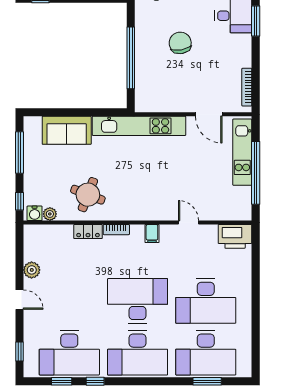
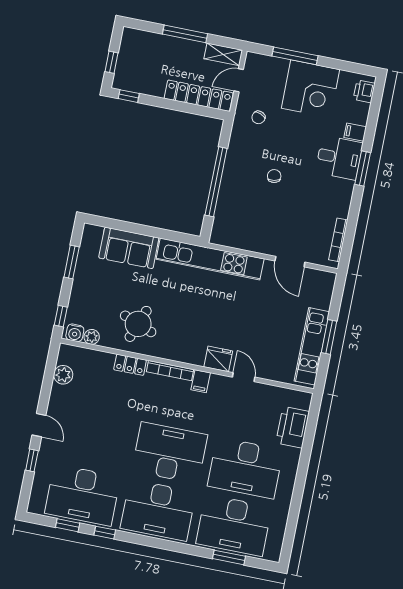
chair: (180, 43) -> (274, 176), width x0.54, depth x0.54
kitchen unit: (242, 152) -> (312, 346), moved
window: (19, 153) -> (72, 262), width x0.69
window: (256, 173) -> (329, 337), width x0.47
fridge: (163, 211) -> (218, 359), added
bookcase: (116, 230) -> (170, 371), width x1.56
printer: (235, 236) -> (293, 427), moved, turned 90
plant: (32, 270) -> (63, 375), moved
window: (19, 352) -> (32, 460), moved

